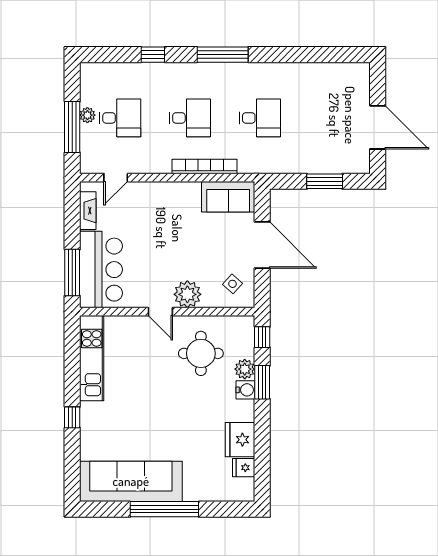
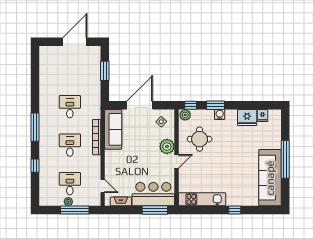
sofa: (228, 197) -> (113, 129), width x1.36
plant: (245, 369) -> (185, 115), moved

